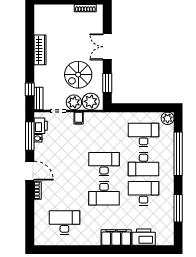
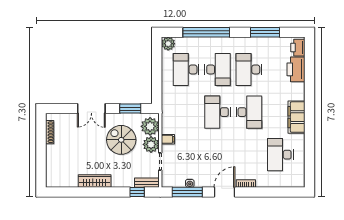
spiral stairs: (78, 75) -> (121, 140), turned 180
printer: (41, 126) -> (298, 48), moved, turned -90
filing cabinet: (116, 238) -> (297, 117), moved

